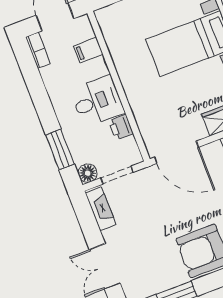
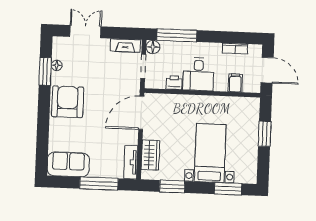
bookcase: (38, 50) -> (235, 49), moved
window: (60, 149) -> (177, 35), width x1.44
floor lamp: (163, 284) -> (57, 65), added

